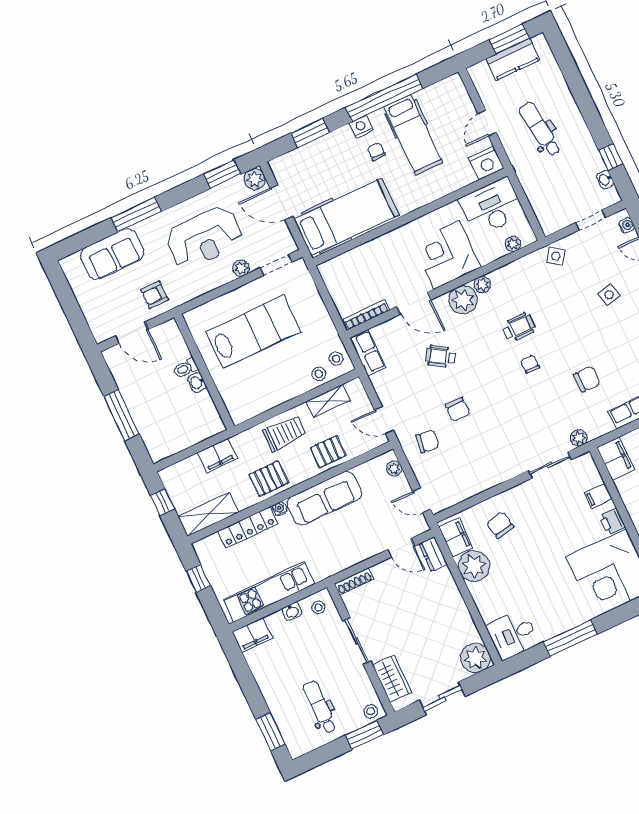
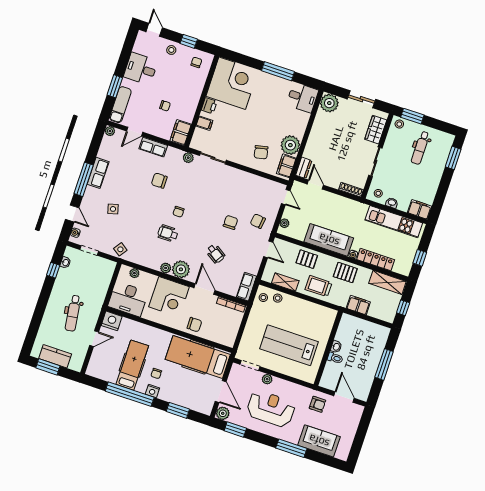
chair: (386, 251) -> (194, 325), added

